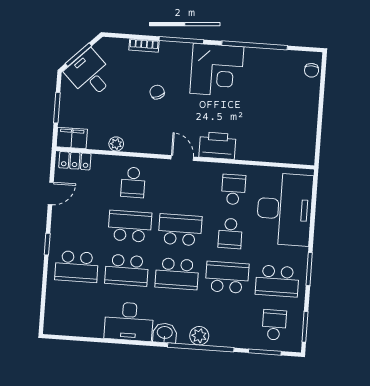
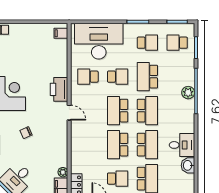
plant: (116, 144) -> (63, 172), moved
filing cabinet: (300, 154) -> (61, 33), added
door: (182, 158) -> (69, 113), swing flipped
school desk: (133, 182) -> (118, 179), moved
school desk: (277, 281) -> (147, 43), width x0.54
desk: (129, 322) -> (182, 145), width x0.73
washbasin: (165, 333) -> (188, 165), moved

